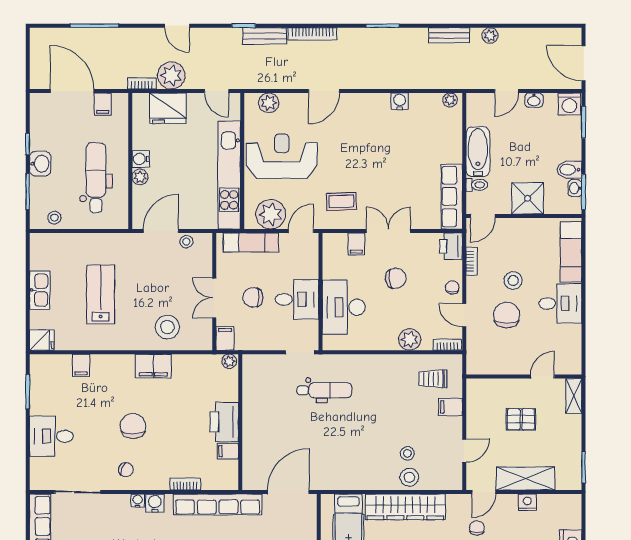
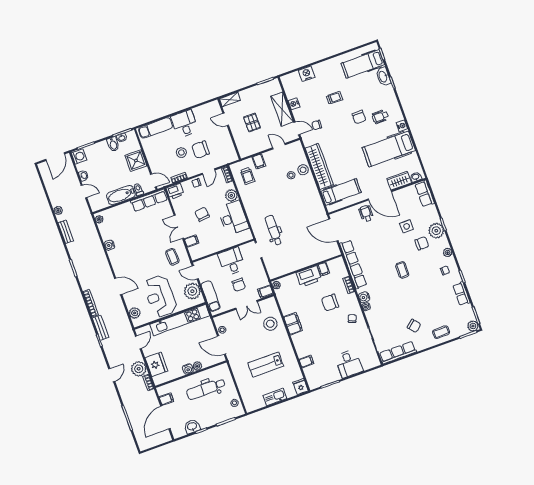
washbasin: (40, 164) -> (192, 427), moved
desk: (344, 307) -> (233, 218), moved, turned -90
chair: (133, 426) -> (330, 303), moved

